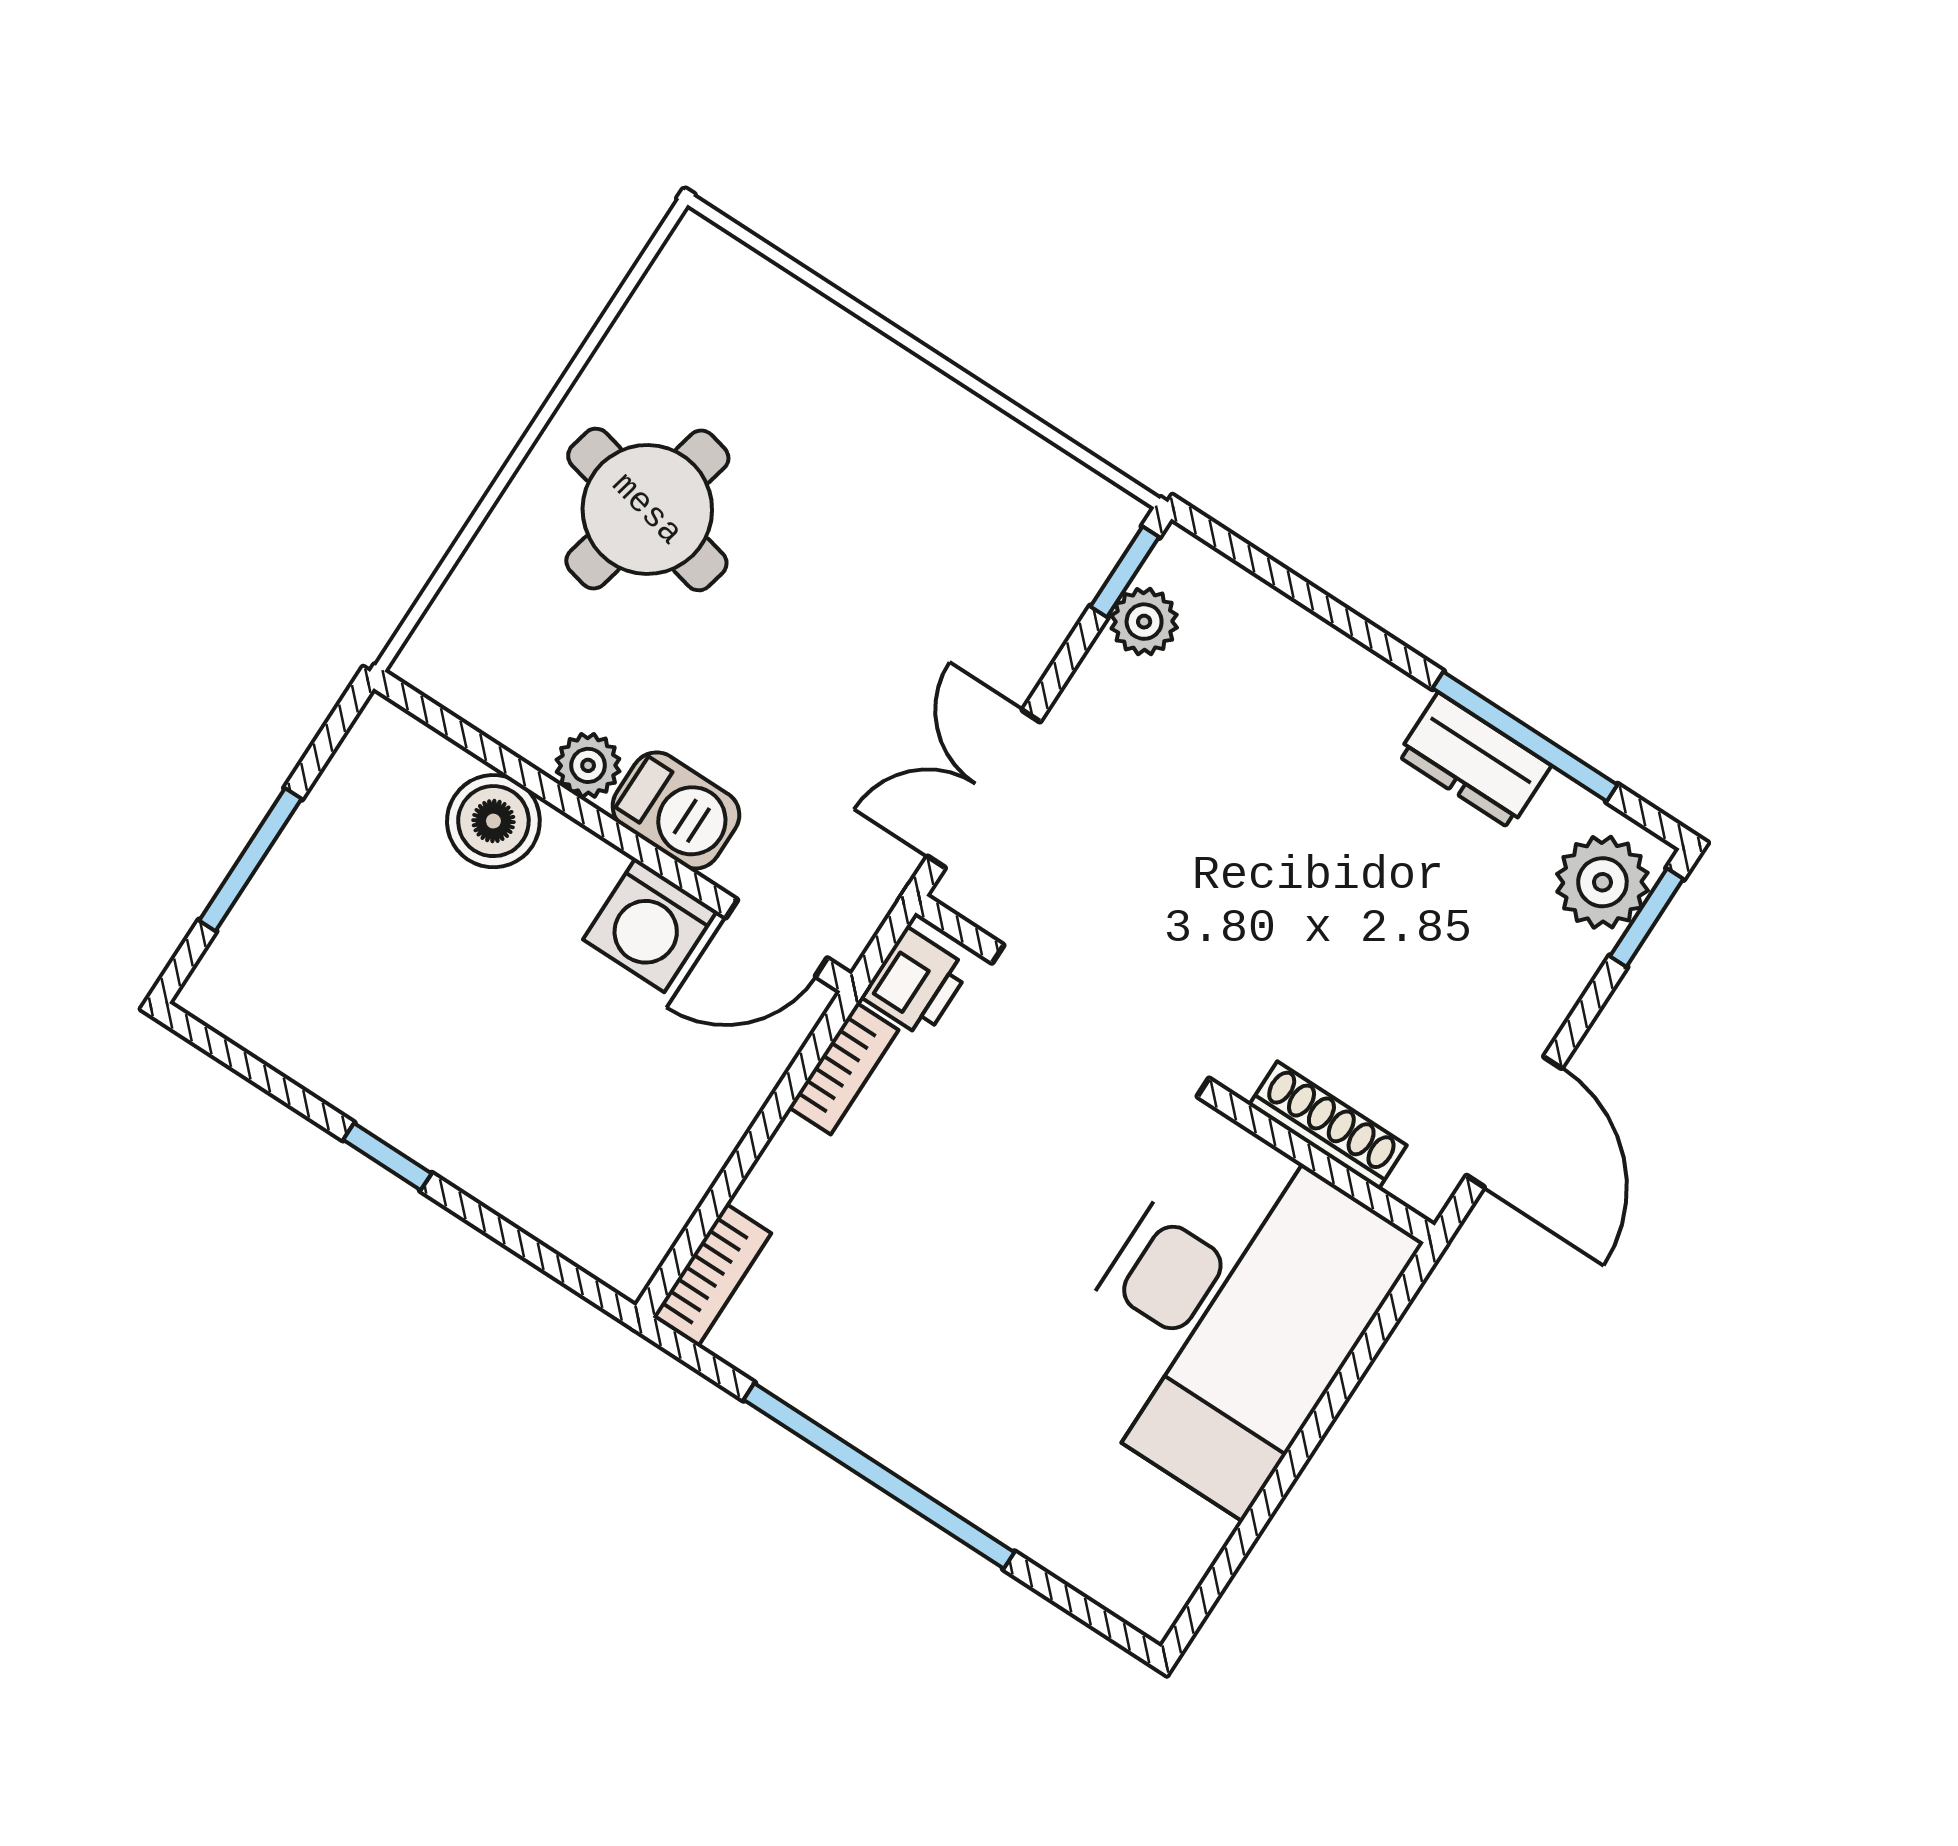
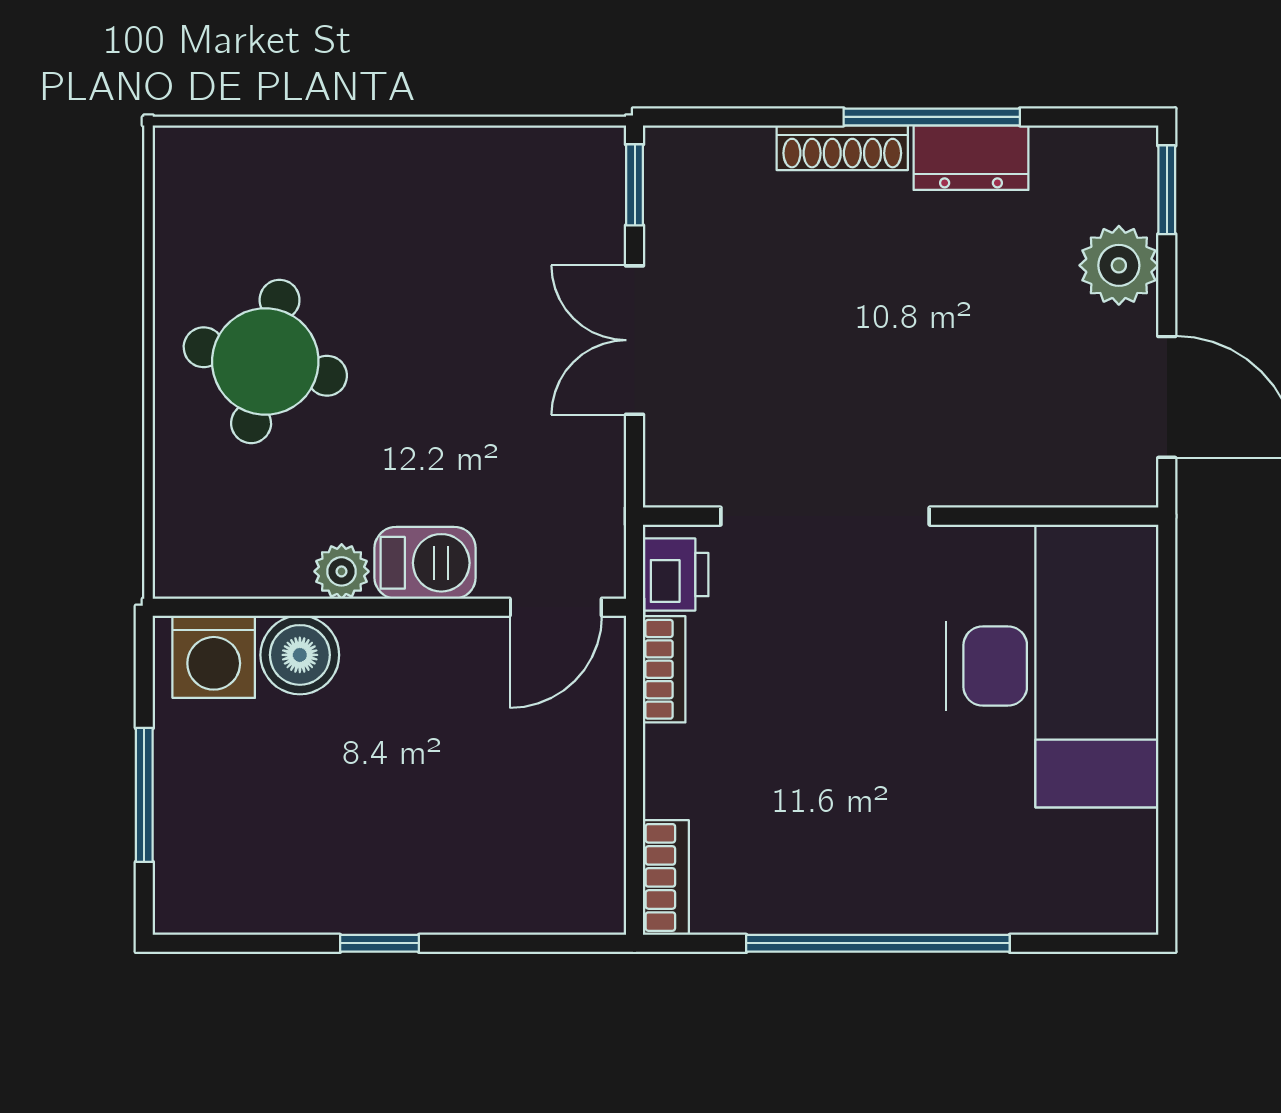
plant: (1144, 622) -> (671, 211), removed
window: (1525, 736) -> (932, 117), moved
double door: (984, 789) -> (635, 340), moved
plant: (1602, 882) -> (1119, 265), moved
washing machine: (650, 925) -> (214, 657), moved
shoe rack: (1328, 1125) -> (842, 148), moved, turned 180

